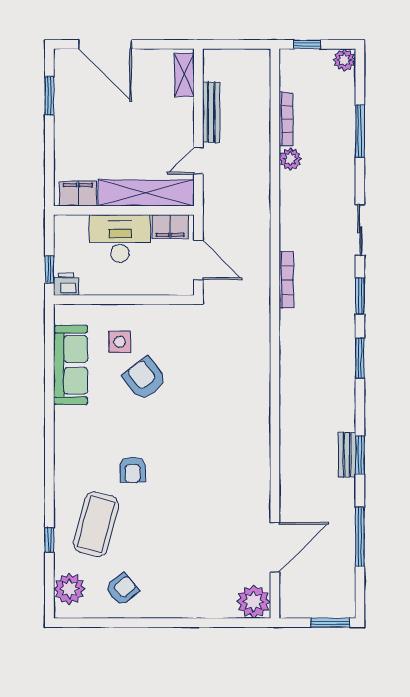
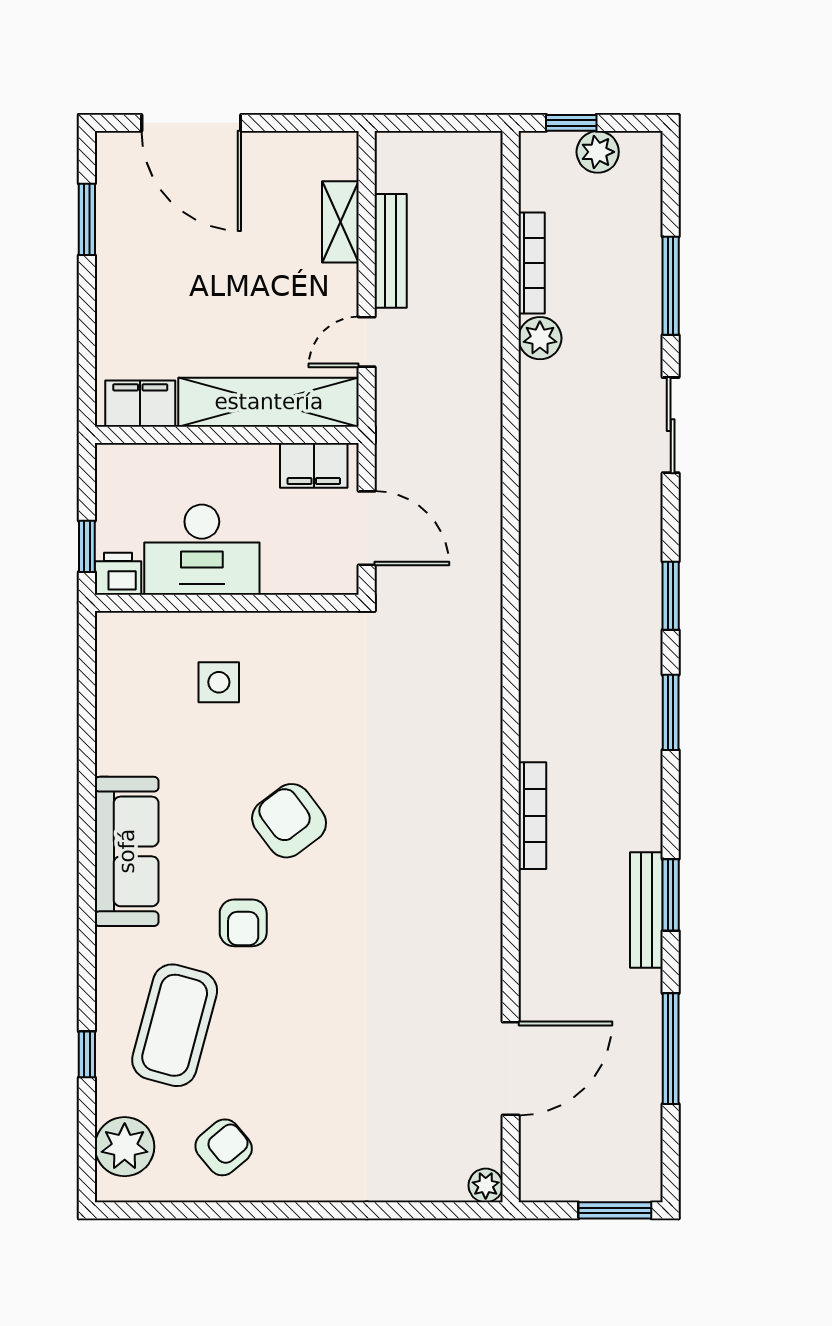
plant: (344, 60) -> (598, 152), moved
shelving: (184, 75) -> (340, 222), moved
sliding door: (360, 230) -> (671, 425), moved
desk: (120, 239) -> (202, 550), moved, turned 180
bookcase: (286, 280) -> (532, 816), moved
sofa: (71, 365) -> (127, 851), moved
armchair: (144, 378) -> (289, 821), moved
bench: (347, 455) -> (646, 910), width x1.36
plant: (254, 602) -> (486, 1185), width x0.53, depth x0.53

